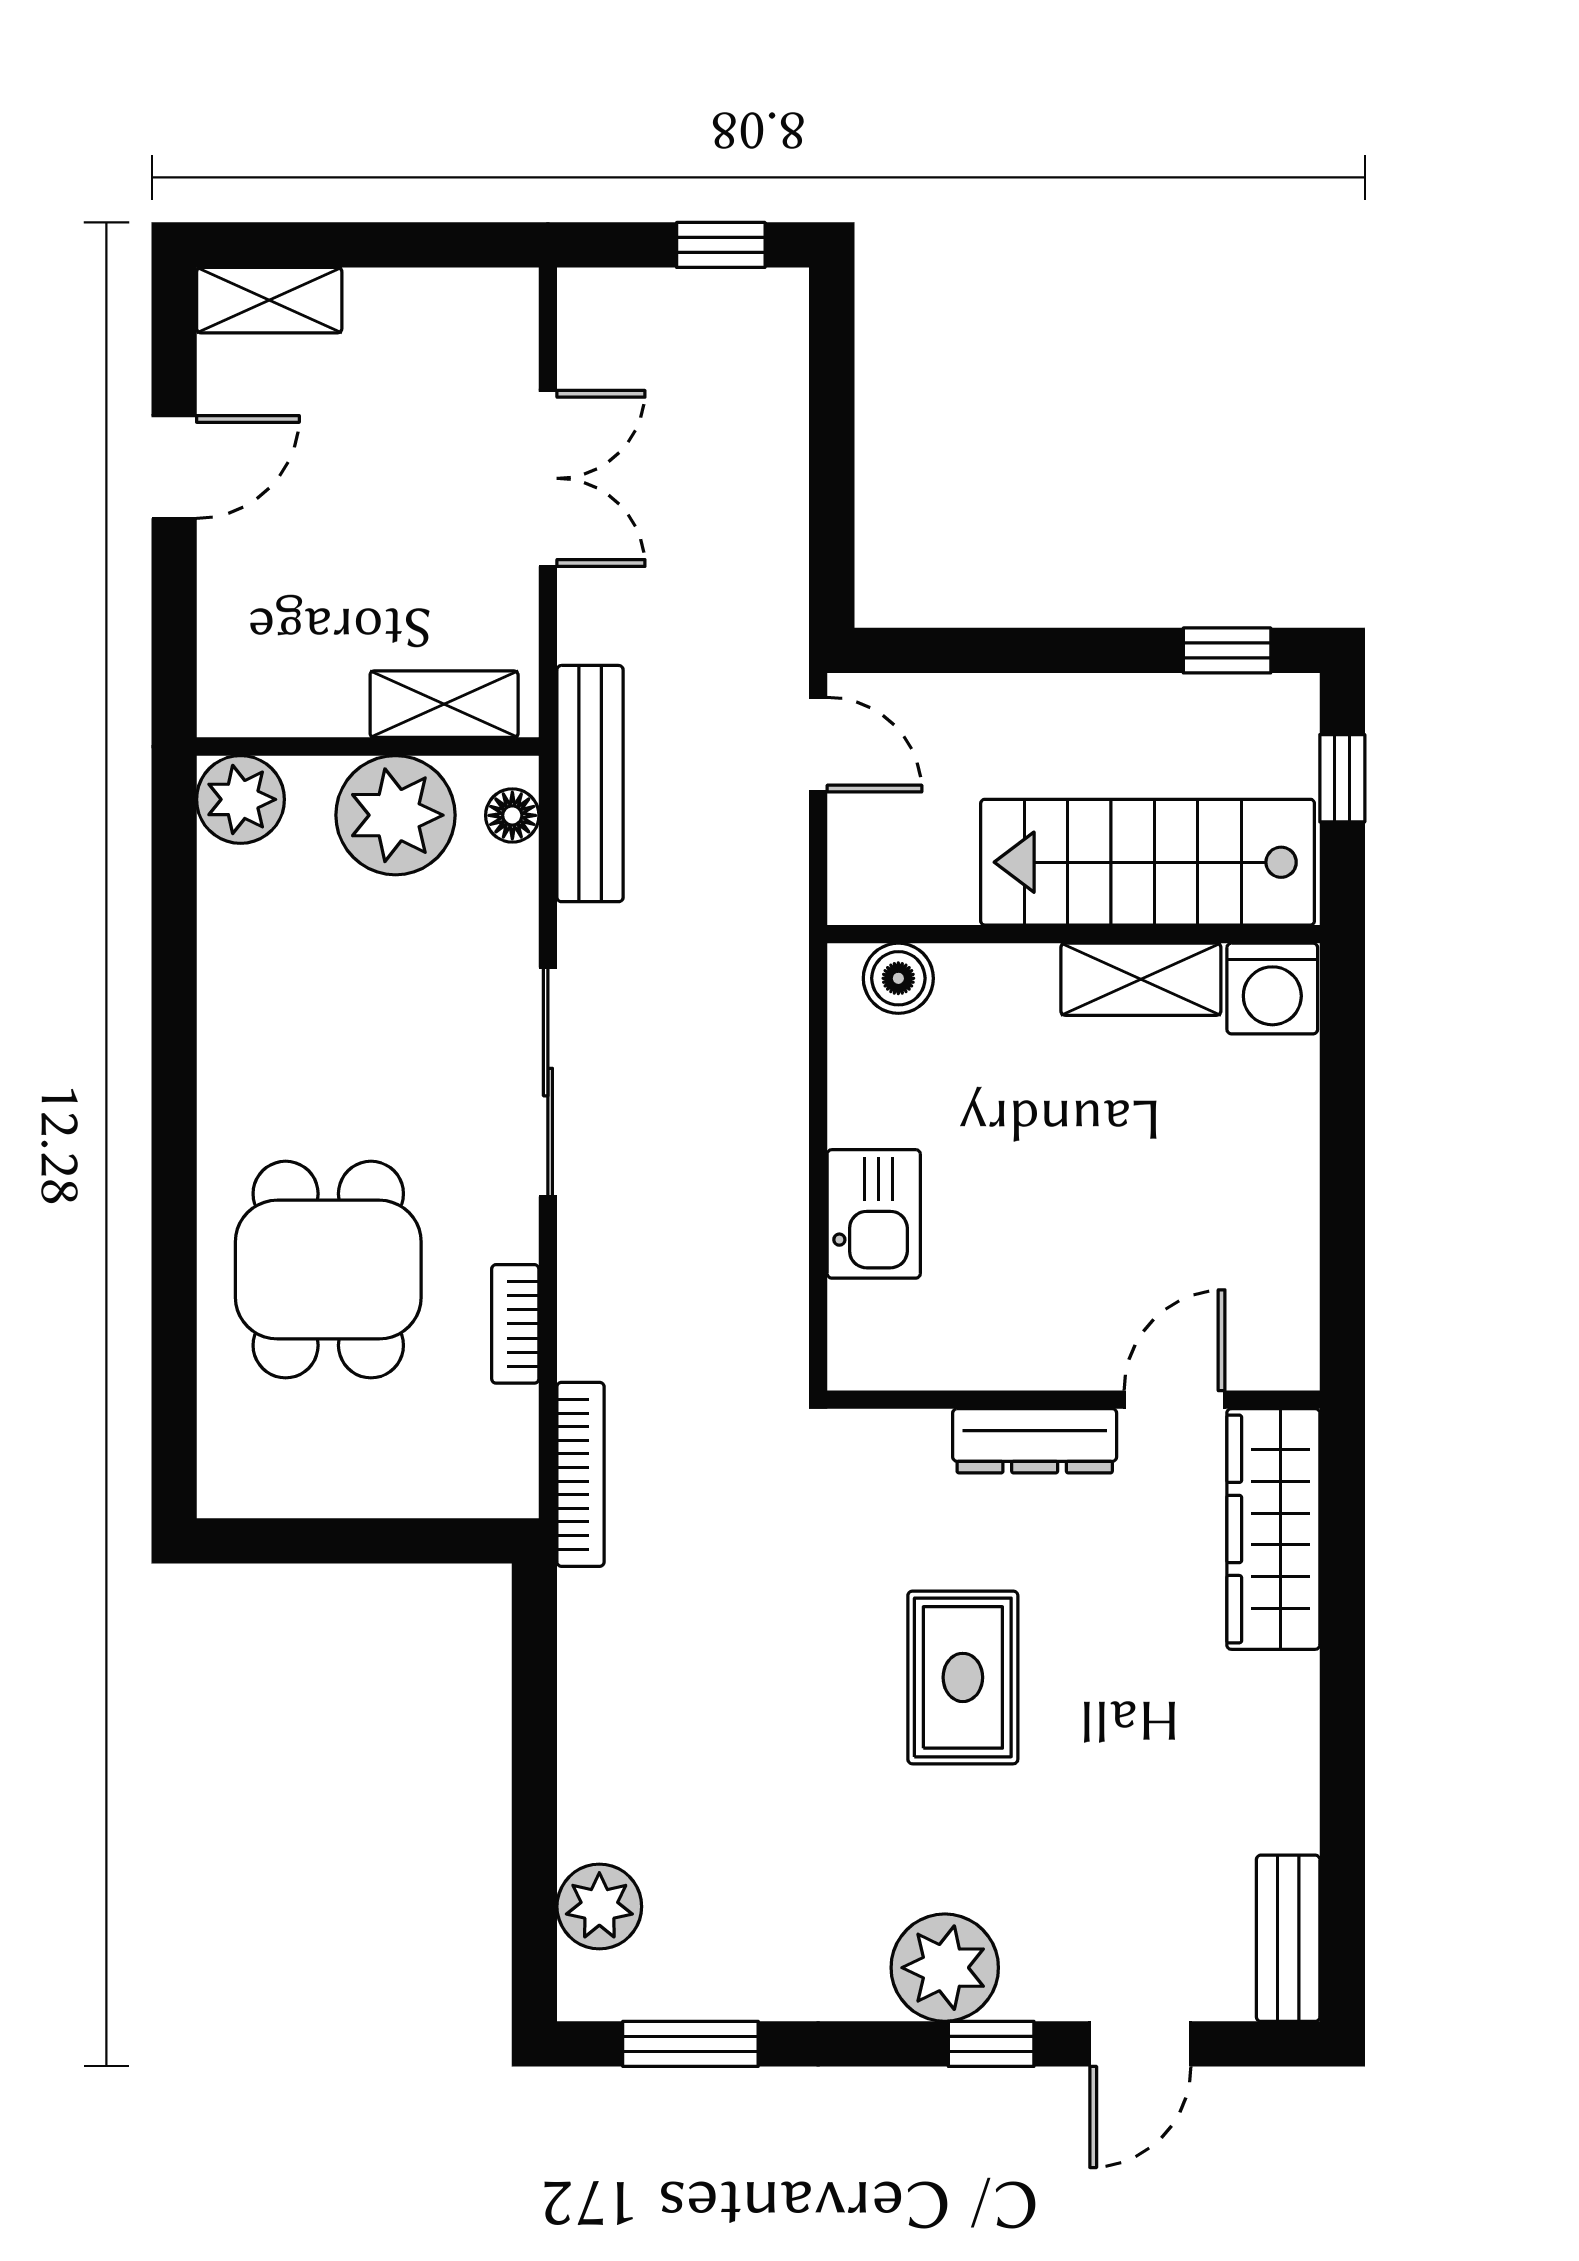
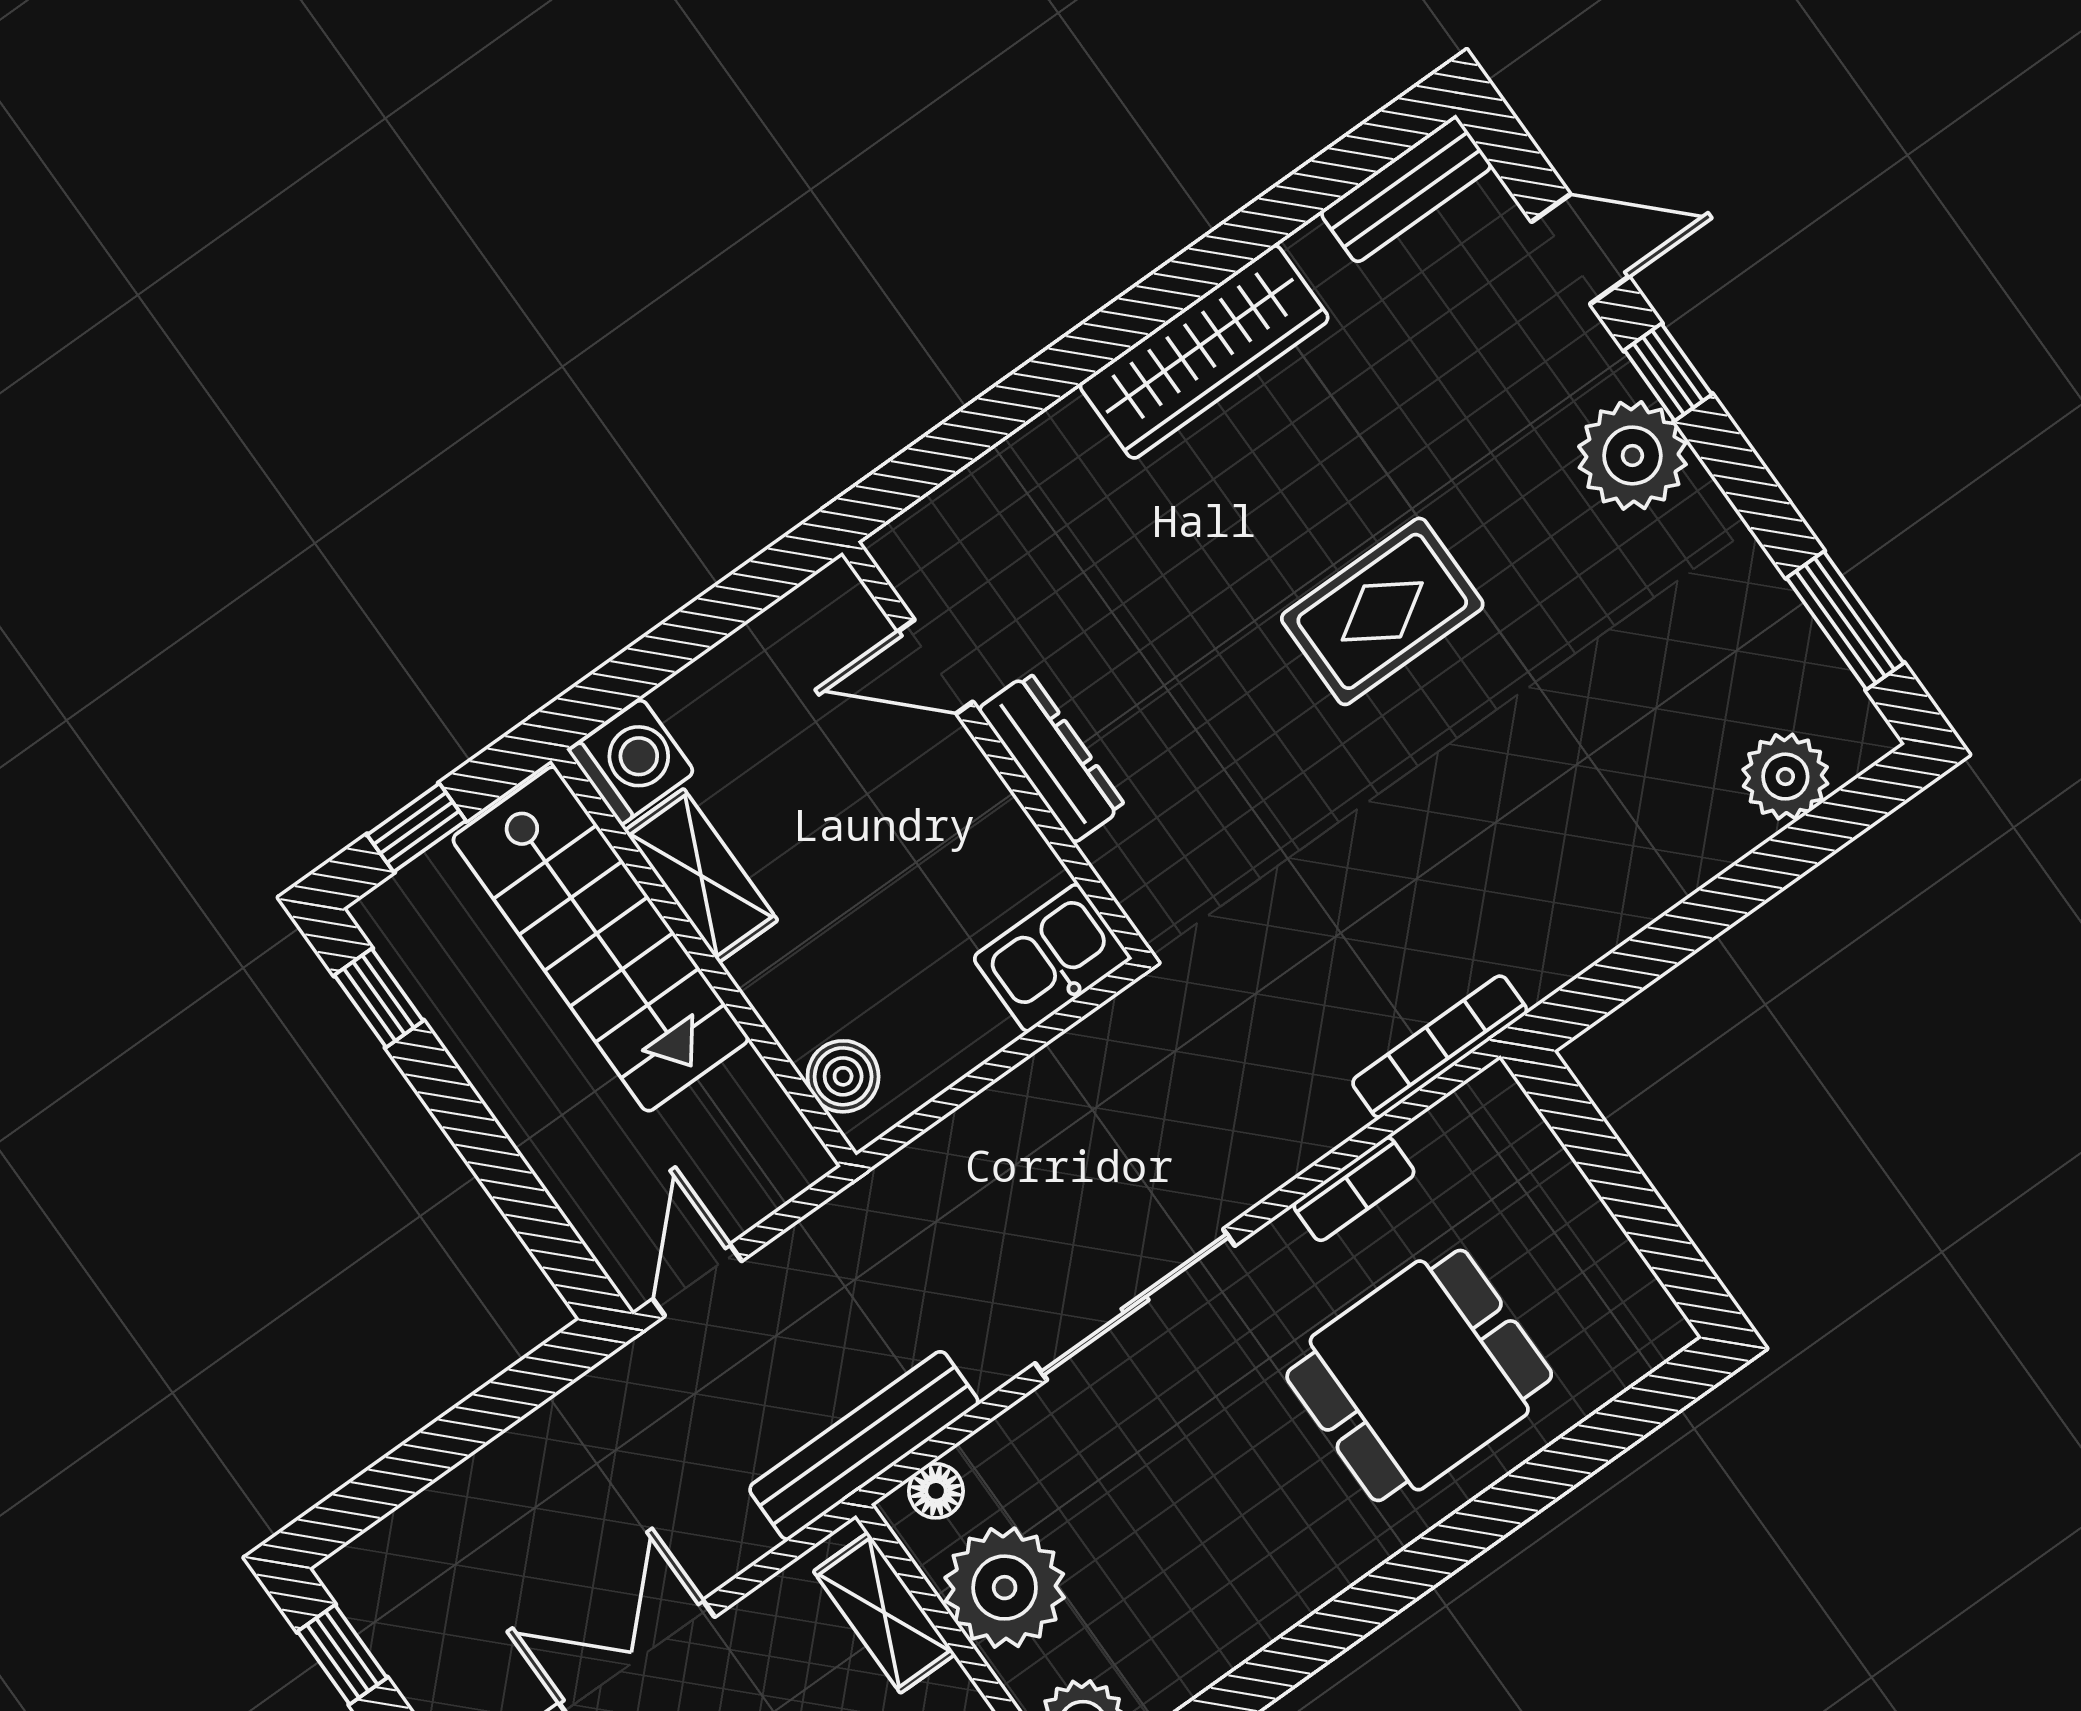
wall: (1074, 1400) -> (995, 750), moved
door: (1174, 1400) -> (935, 667), moved
dresser: (1035, 1441) -> (1052, 758), moved
wardrobe: (1273, 1529) -> (1204, 352), moved

